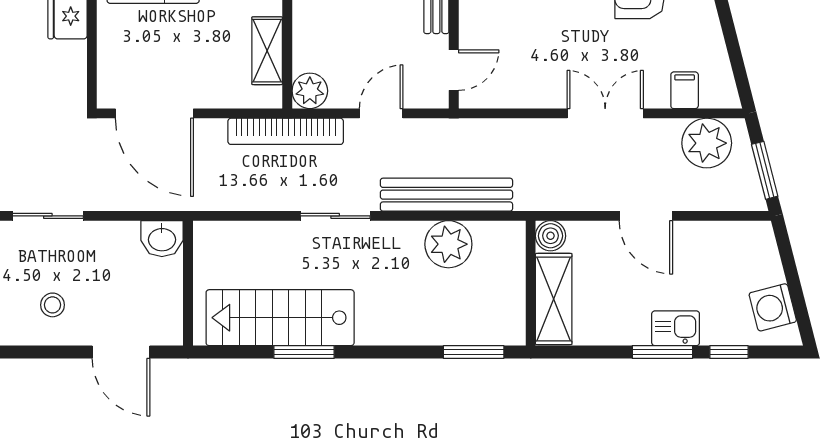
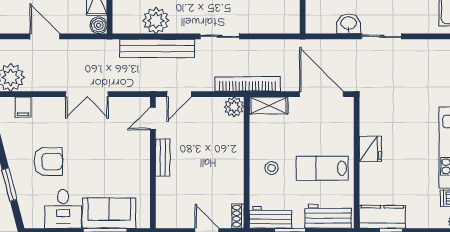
shelving: (267, 51) -> (268, 105), moved, turned 90
door: (381, 113) -> (179, 94), moved
double door: (605, 113) -> (87, 94), moved
washbasin: (162, 239) -> (349, 24), moved

